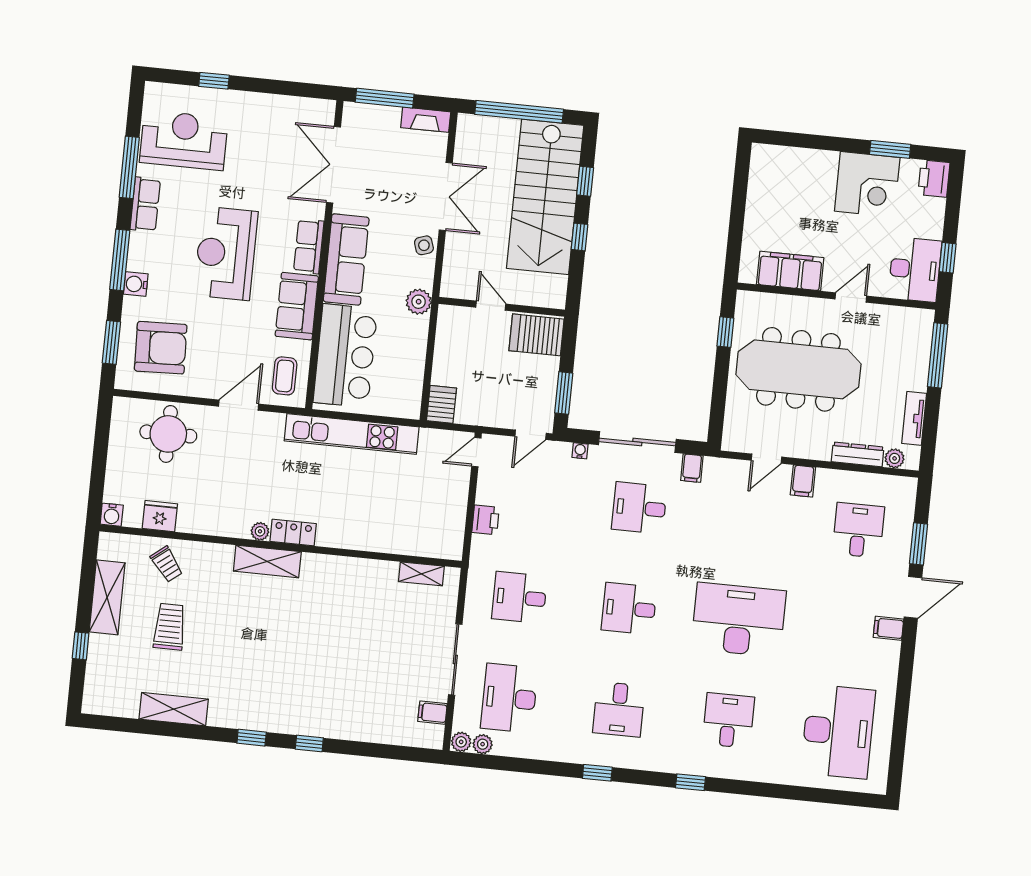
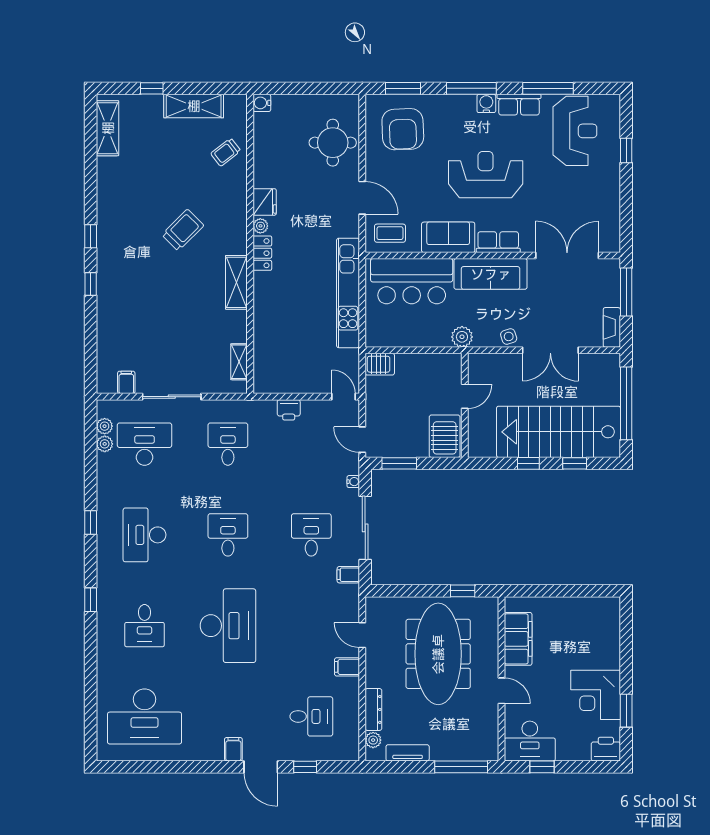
water cooler: (136, 284) -> (486, 103), moved
fridge: (160, 516) -> (265, 202), moved
window: (918, 544) -> (305, 767), width x0.67
shelving: (267, 561) -> (236, 282), moved
trolley: (170, 627) -> (183, 230), moved, turned -45
shelving: (174, 709) -> (108, 128), moved
desk: (619, 709) -> (145, 535), width x1.37
desk: (728, 720) -> (145, 626), turned 90
plant: (461, 742) -> (105, 444), moved

